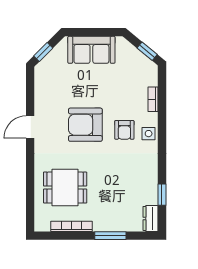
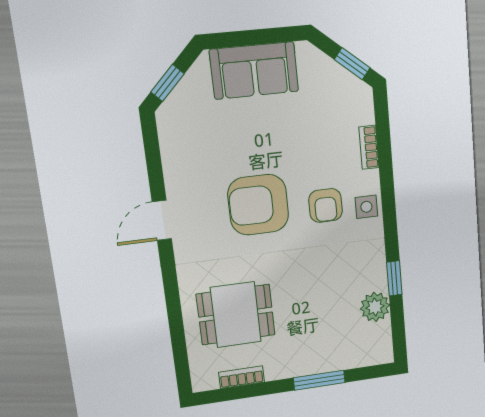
plant: (149, 195) -> (375, 307), added
window: (162, 195) -> (394, 278), moved
dresser: (151, 218) -> (381, 344), removed
bookcase: (71, 226) -> (242, 377), width x0.64

